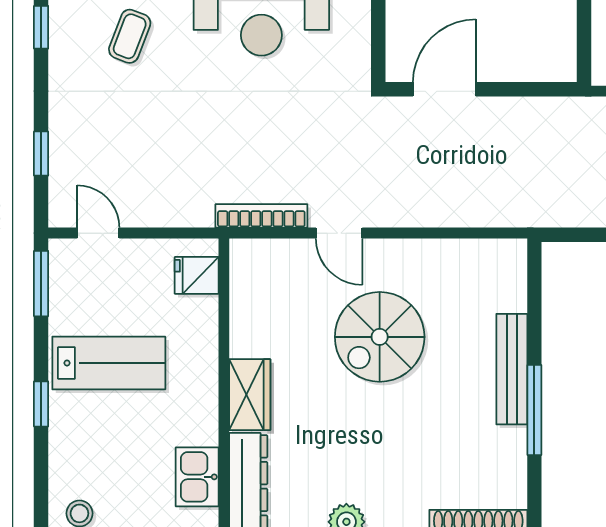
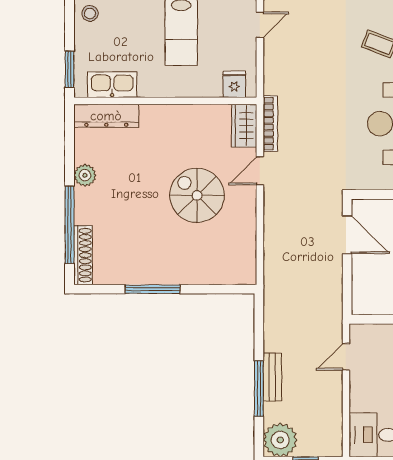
bench: (512, 369) -> (177, 275), removed
wardrobe: (250, 395) -> (244, 126), moved, turned 90
kitchen sink: (197, 477) -> (112, 85), width x1.38

